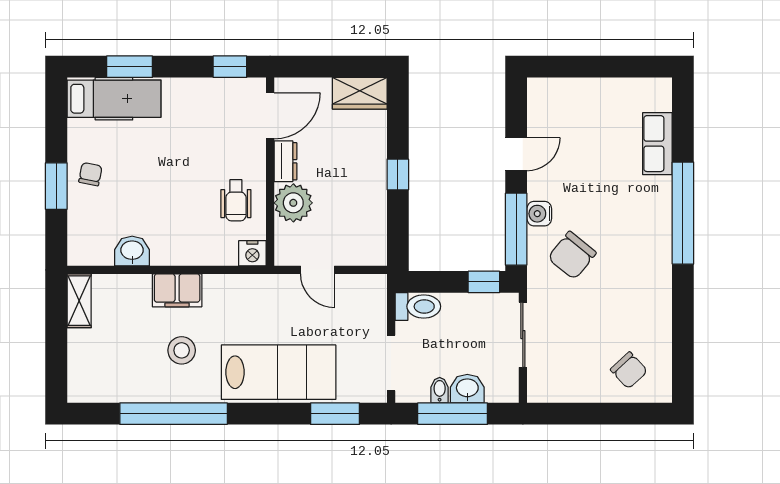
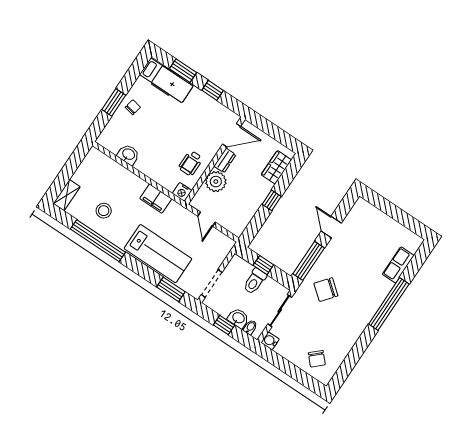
window: (230, 67) -> (213, 90), moved
wardrobe: (360, 93) -> (276, 167), moved, turned 90
door: (516, 154) -> (331, 227), swing flipped
water cooler: (539, 214) -> (270, 341), moved
window: (484, 282) -> (263, 265), moved
filing cabinet: (177, 290) -> (156, 199), moved
shelving: (79, 301) -> (67, 195), moved
toilet: (418, 306) -> (255, 281), moved, turned 90
stool: (182, 350) -> (104, 211), moved
bidet: (440, 390) -> (250, 327), moved
window: (453, 414) -> (224, 325), width x0.46

